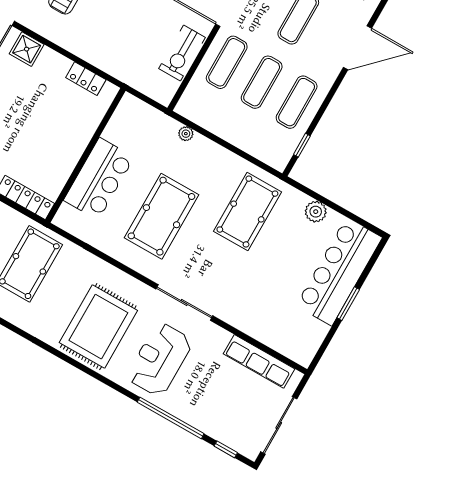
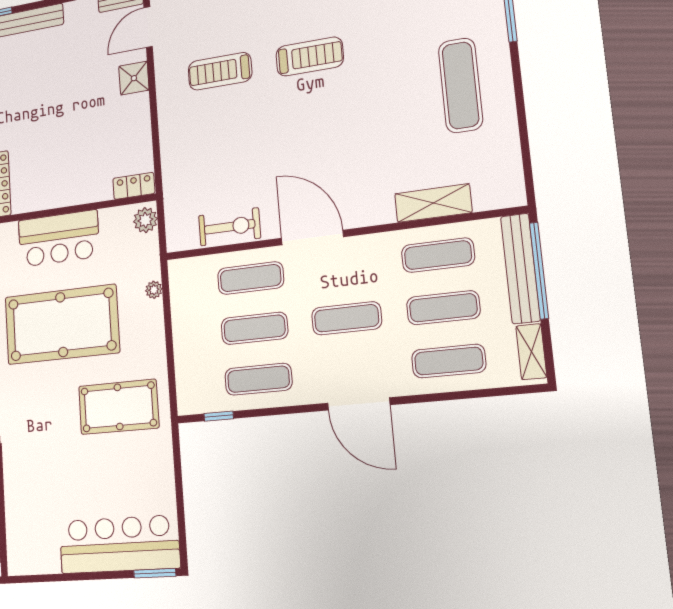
exercise bike: (182, 53) -> (230, 227), turned 180
locker: (86, 79) -> (134, 186), moved, turned 90
plant: (316, 212) -> (145, 220), moved
pool table: (161, 216) -> (62, 325), width x1.36, depth x1.32
window: (348, 304) -> (155, 573), moved

